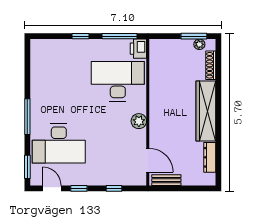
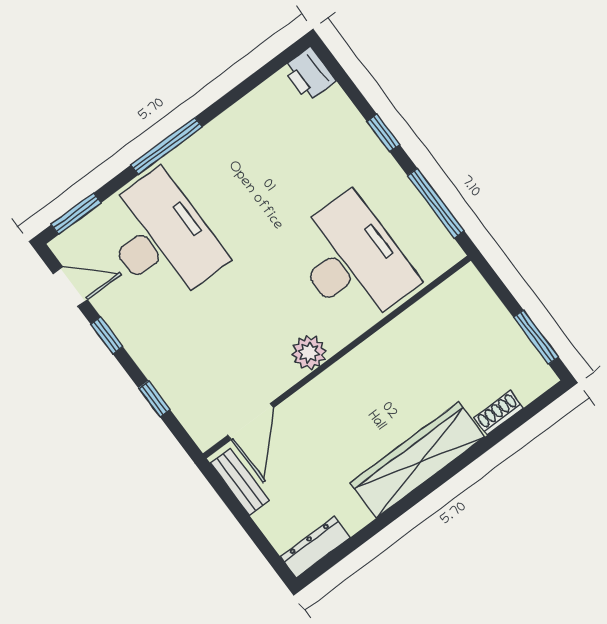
plant: (199, 44) -> (529, 358), removed
printer: (138, 49) -> (309, 74), moved, turned -90
shoe rack: (211, 65) -> (499, 413), width x0.70
desk: (59, 143) -> (161, 239), turned 180
dresser: (210, 157) -> (315, 547), moved
door: (52, 188) -> (70, 287), hinge flipped

